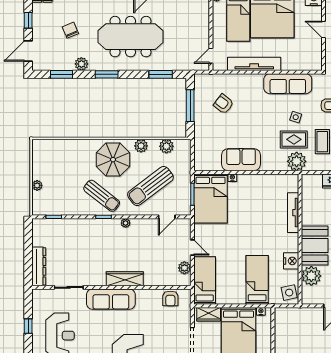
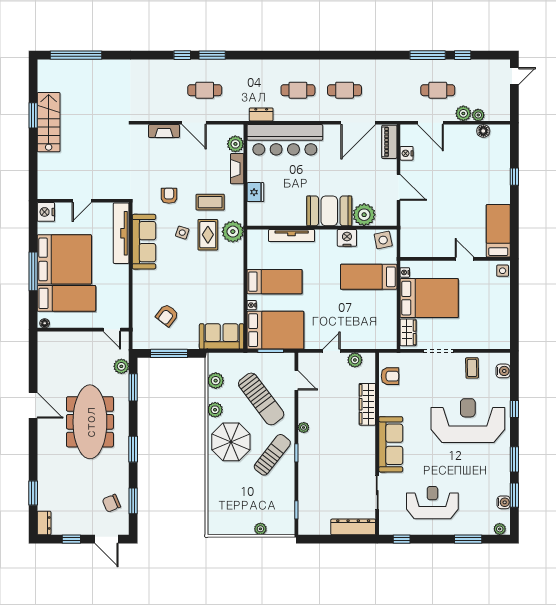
chair: (70, 30) -> (111, 503), moved
plant: (81, 64) -> (121, 366), moved
tv unit: (254, 64) -> (121, 233), moved
sofa: (241, 160) -> (222, 336), moved, turned 90
wardrobe: (125, 279) -> (367, 404), moved
bed: (205, 280) -> (275, 282), moved, turned 180
window: (28, 326) -> (402, 539), moved

